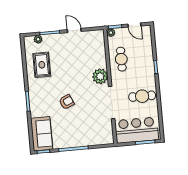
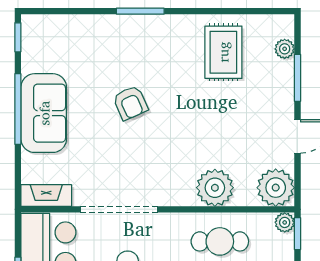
plant: (97, 38) -> (276, 188), added
rug: (42, 65) -> (223, 52), turned 90
plant: (100, 76) -> (215, 188), moved
sofa: (42, 134) -> (44, 113), moved, turned -90
fireplace: (109, 134) -> (46, 196), added

